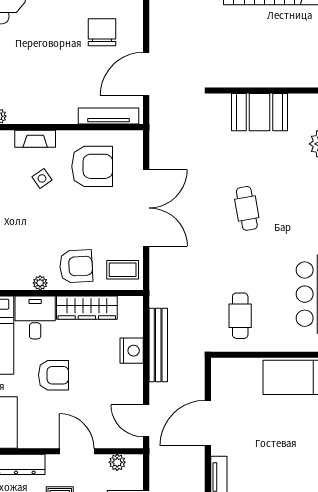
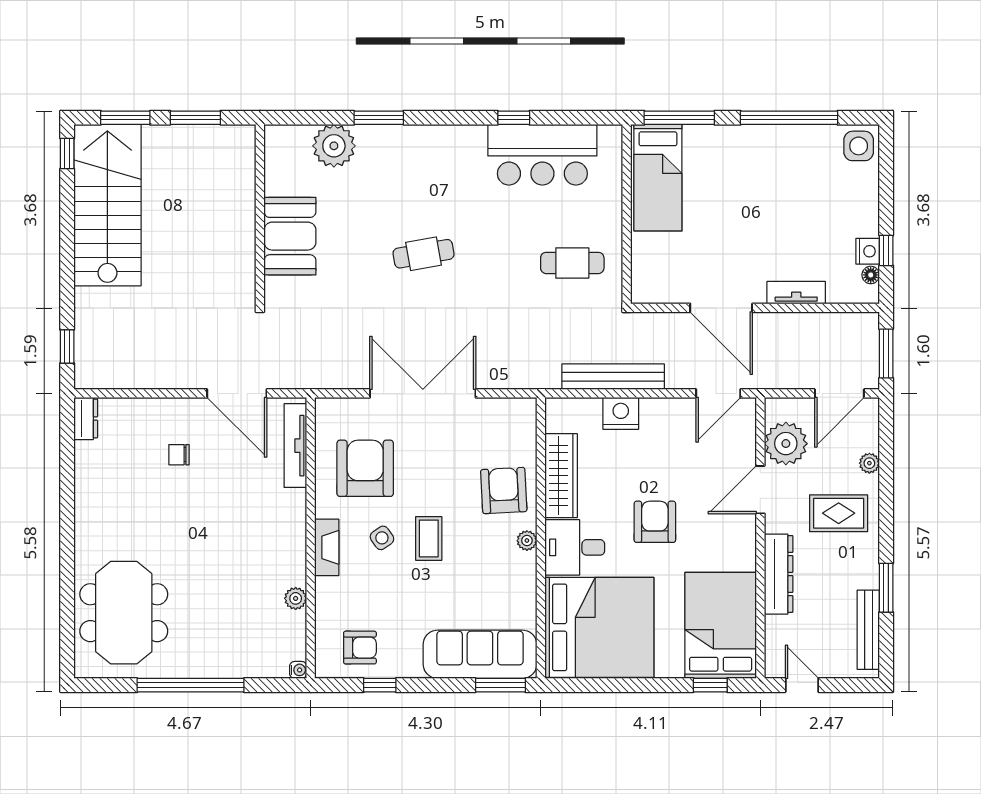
chair: (102, 32) -> (179, 455), width x0.54, depth x0.54
coffee table: (123, 270) -> (429, 538), moved
plant: (117, 462) -> (786, 444), width x1.88, depth x1.88

